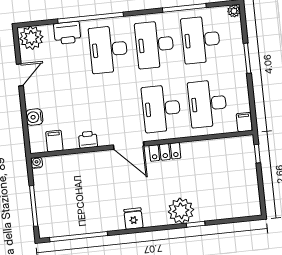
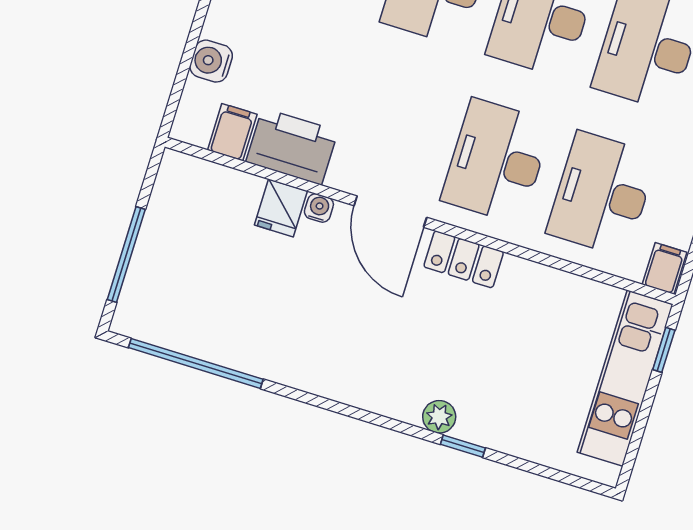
printer: (88, 140) -> (292, 146), width x1.87, depth x1.48
water cooler: (37, 163) -> (319, 208), moved
kitchen unit: (247, 171) -> (625, 378), added
plant: (181, 211) -> (439, 417), width x0.53, depth x0.53
fridge: (133, 219) -> (281, 208), moved, turned 180

